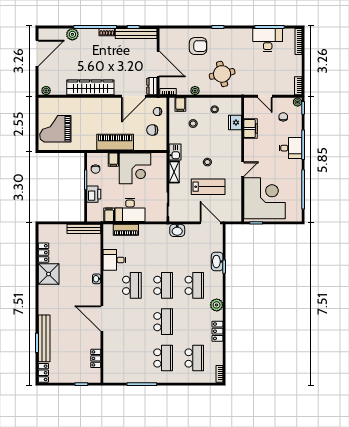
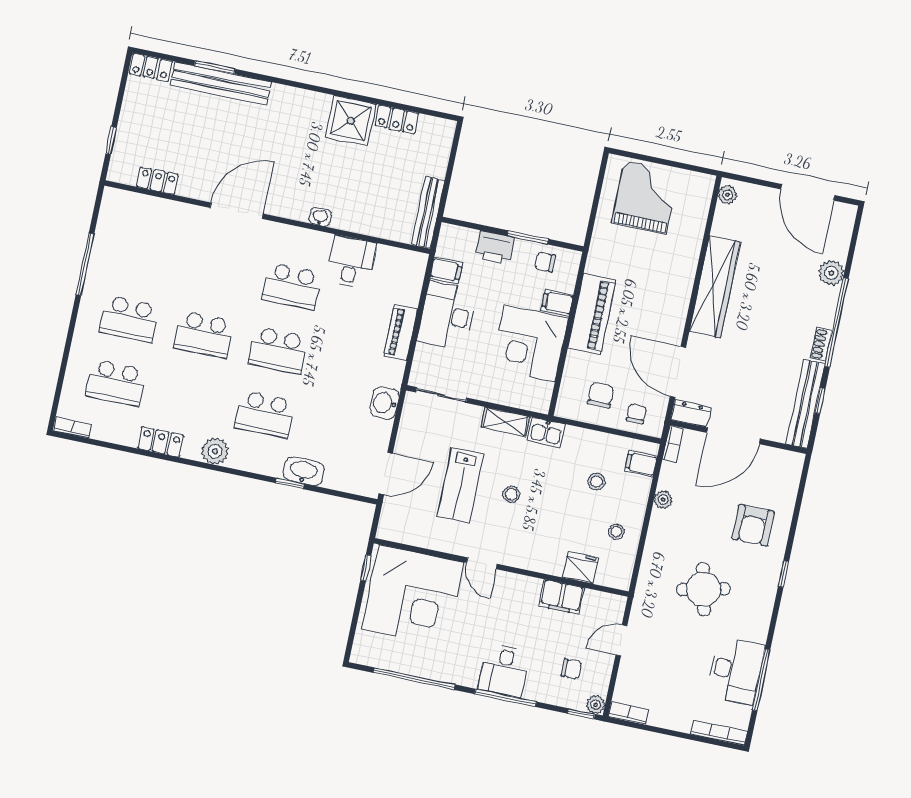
round table: (222, 74) -> (703, 589), moved
piano: (126, 230) -> (401, 333), moved

